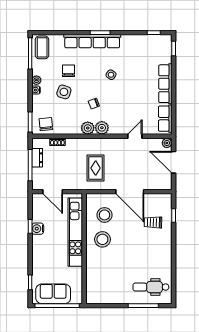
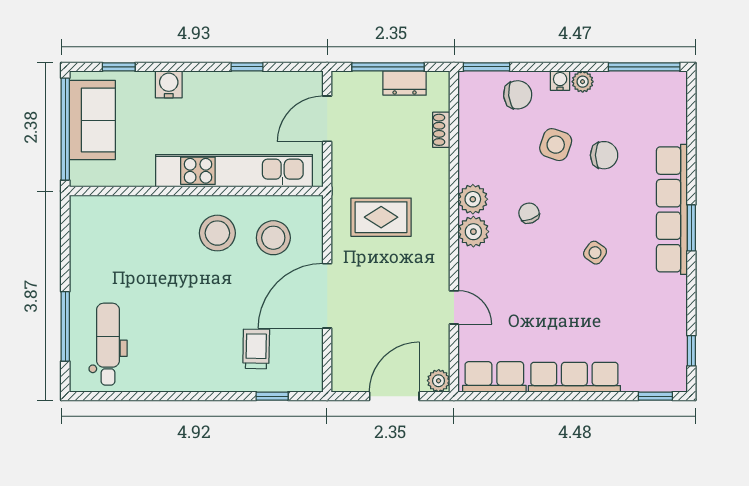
coffee table: (42, 47) -> (658, 94), removed
chair: (46, 124) -> (518, 95), moved
water cooler: (38, 229) -> (169, 84), moved

